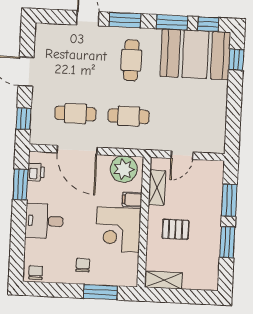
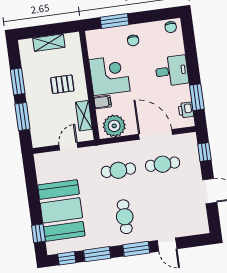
booth: (195, 54) -> (61, 210), moved, turned 90
shelving: (164, 280) -> (49, 43), moved

